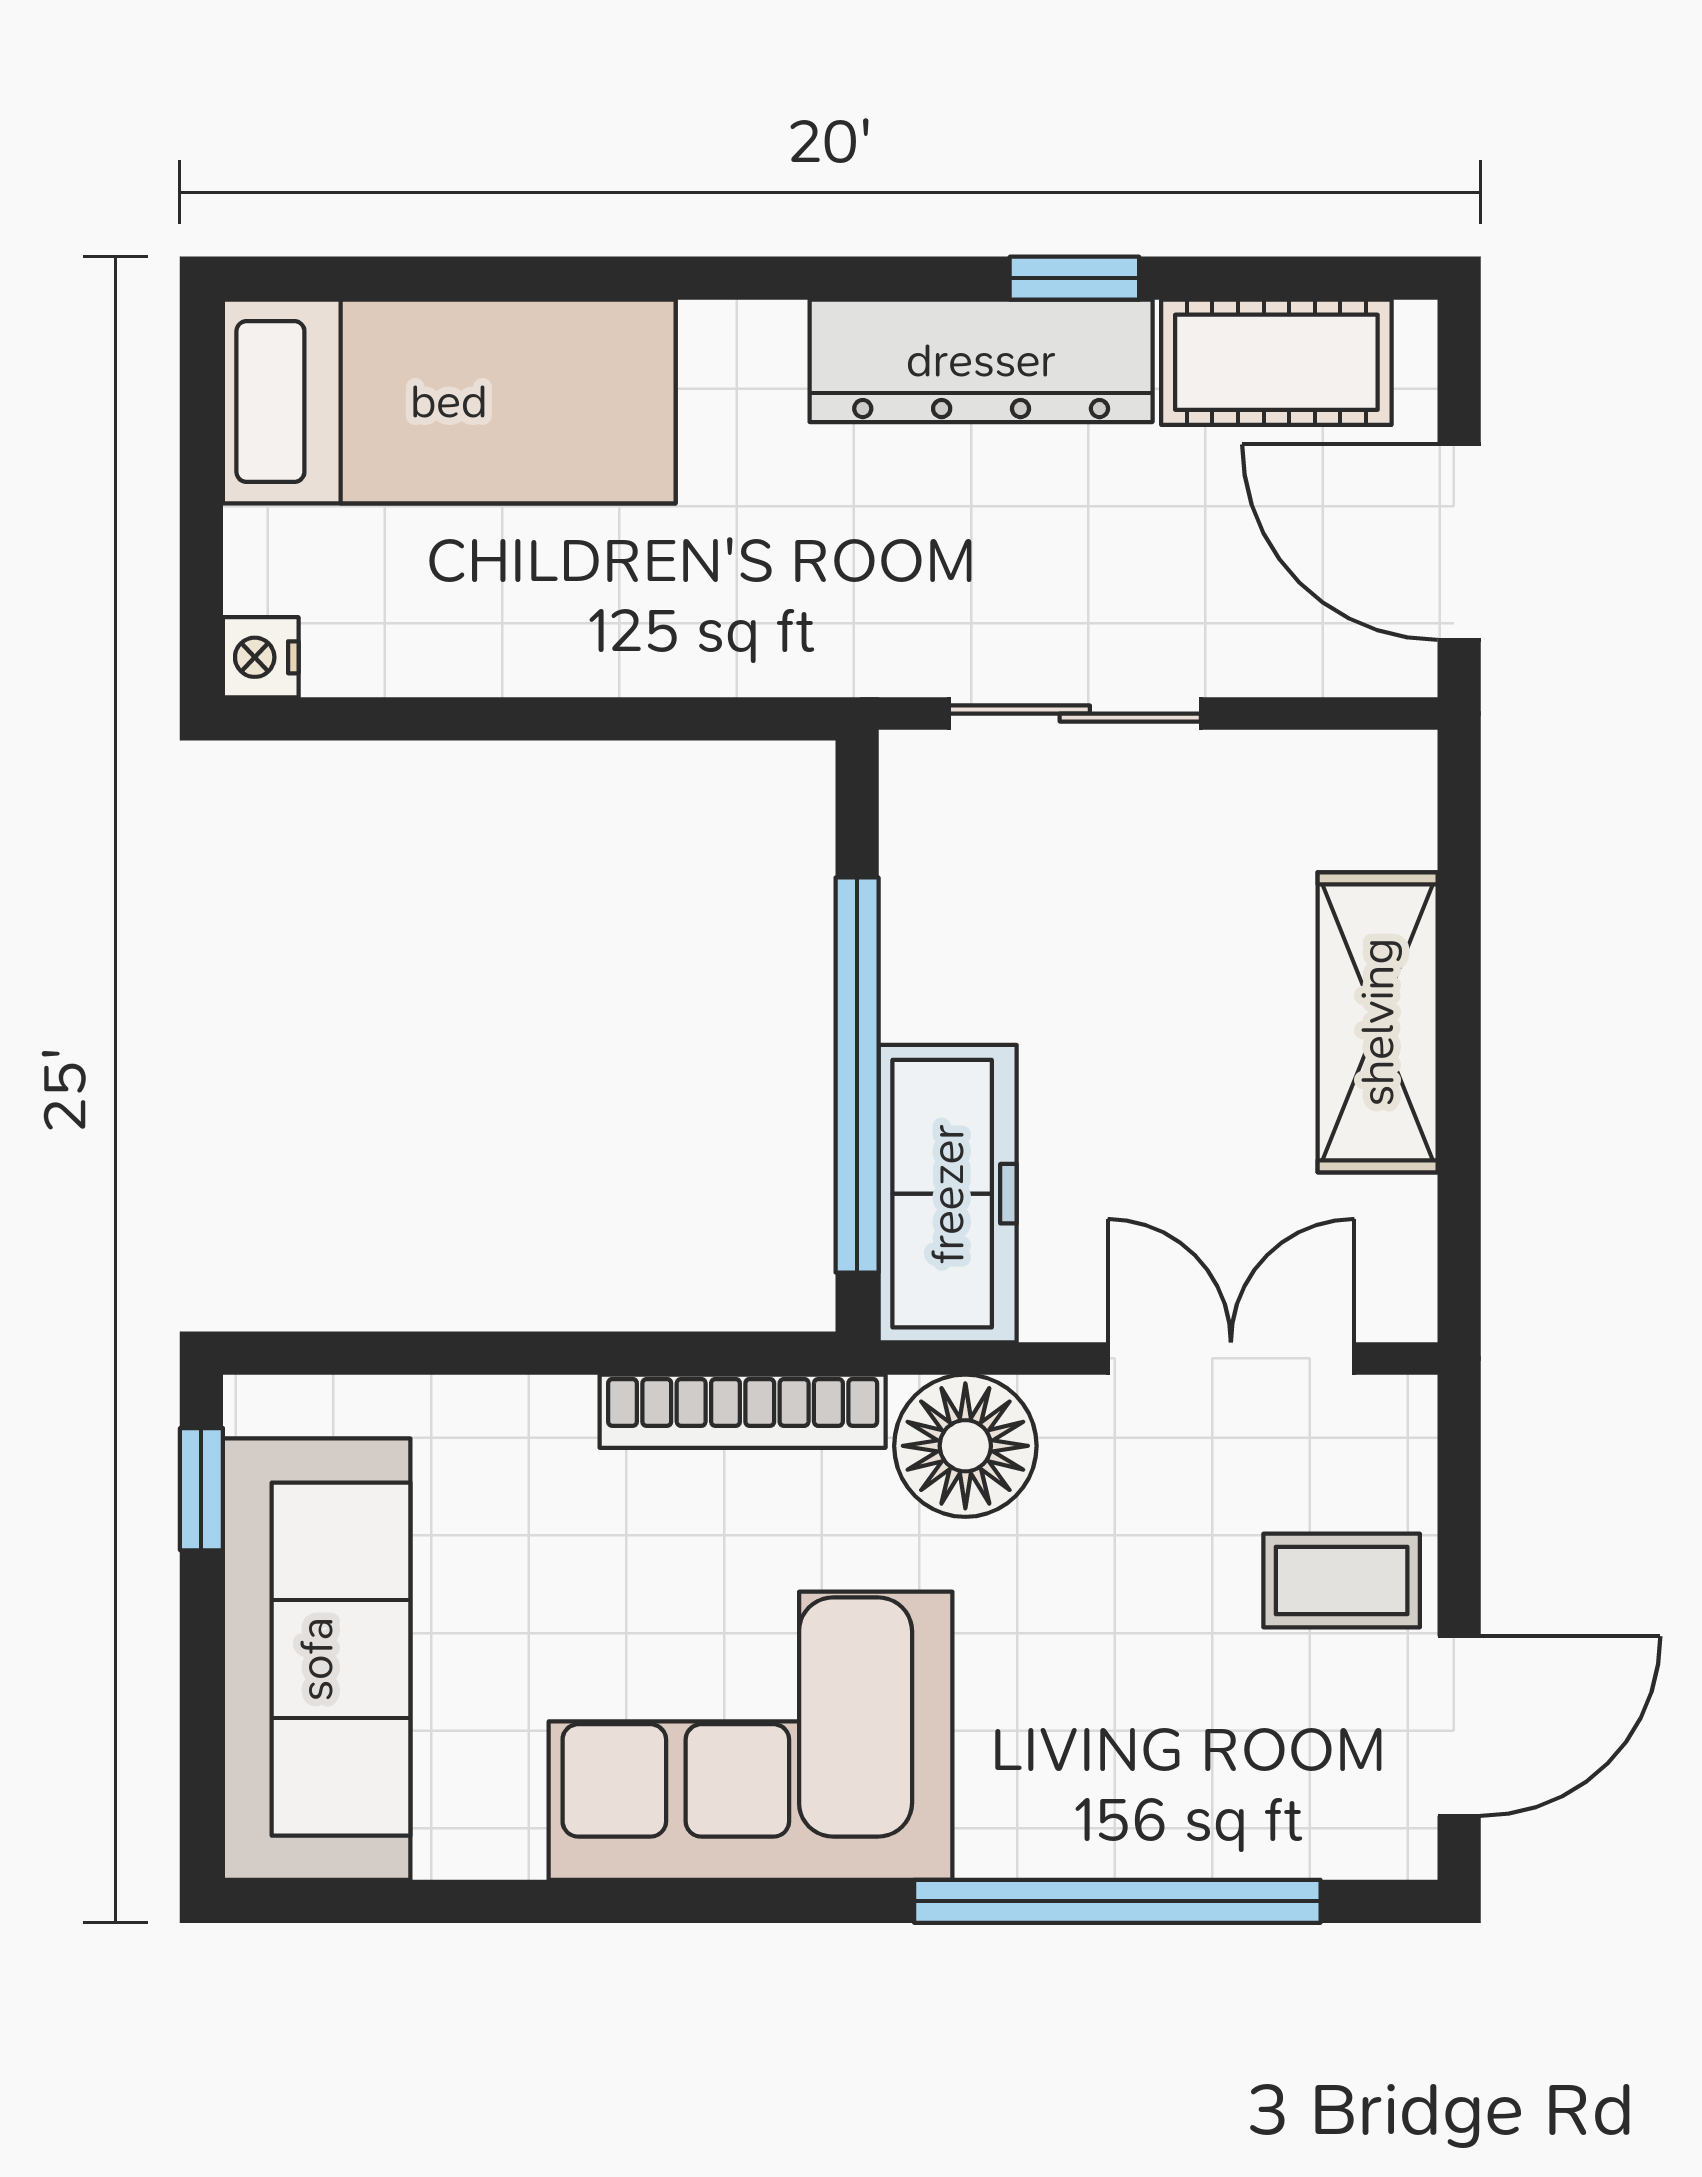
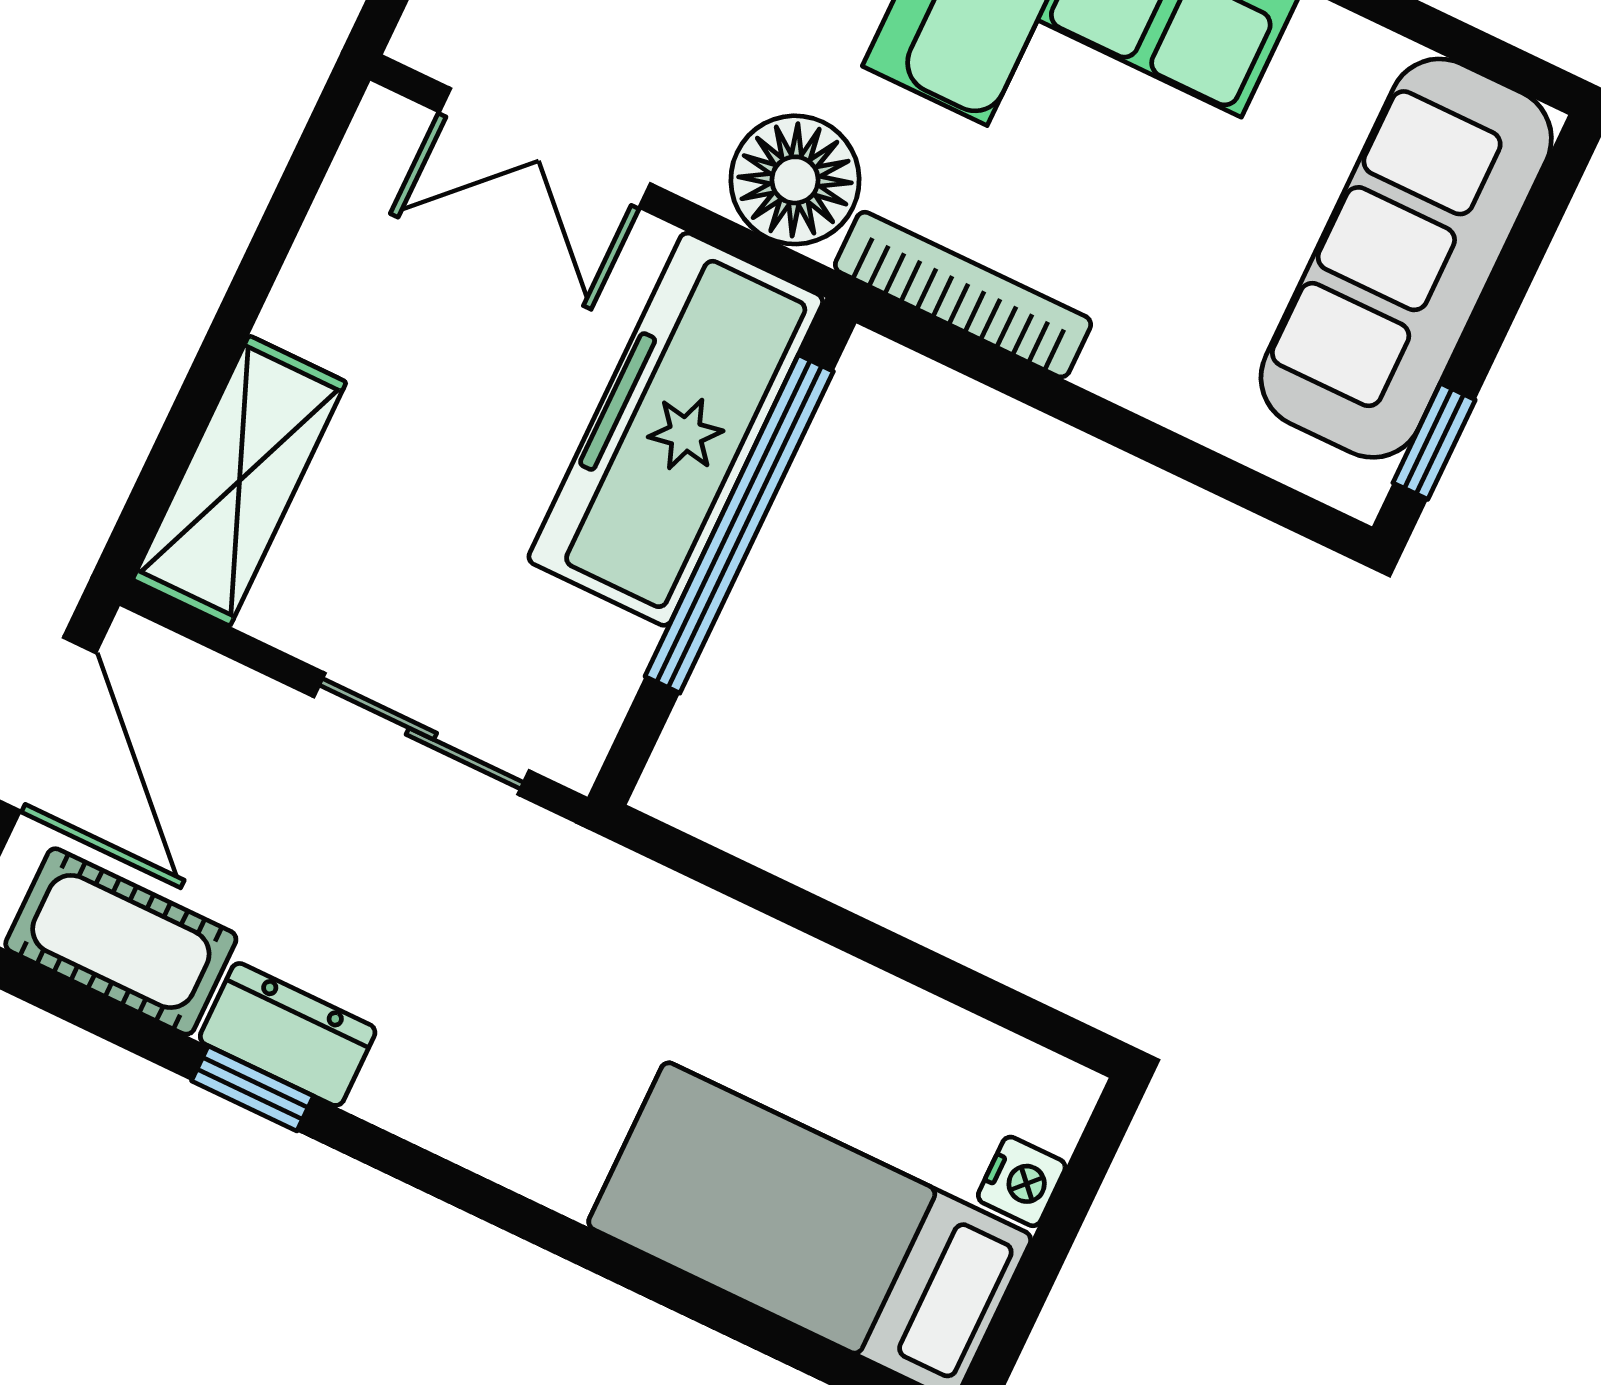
dresser: (981, 361) -> (288, 1034), width x0.51, depth x0.80
nightstand: (261, 657) -> (1022, 1181), moved
shelving: (1378, 1022) -> (239, 481), moved
freezer: (948, 1194) -> (676, 429), width x1.36, depth x1.26

